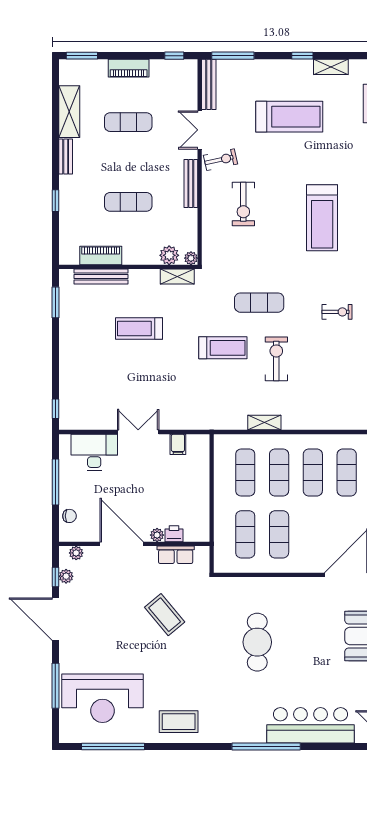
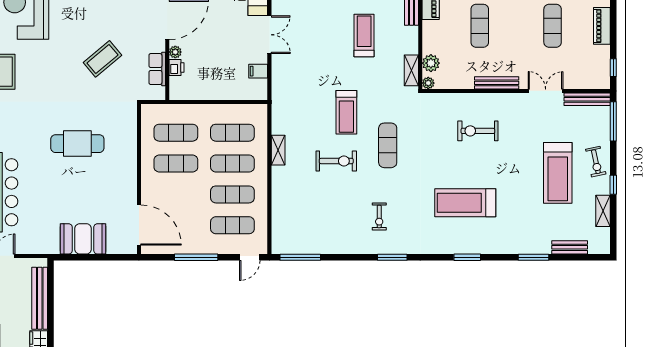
exercise bike: (220, 160) -> (596, 162), moved

